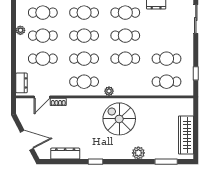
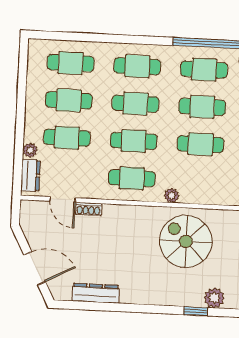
plant: (20, 30) -> (30, 150), moved
door: (42, 97) -> (63, 200), hinge flipped
window: (96, 162) -> (196, 311), moved

